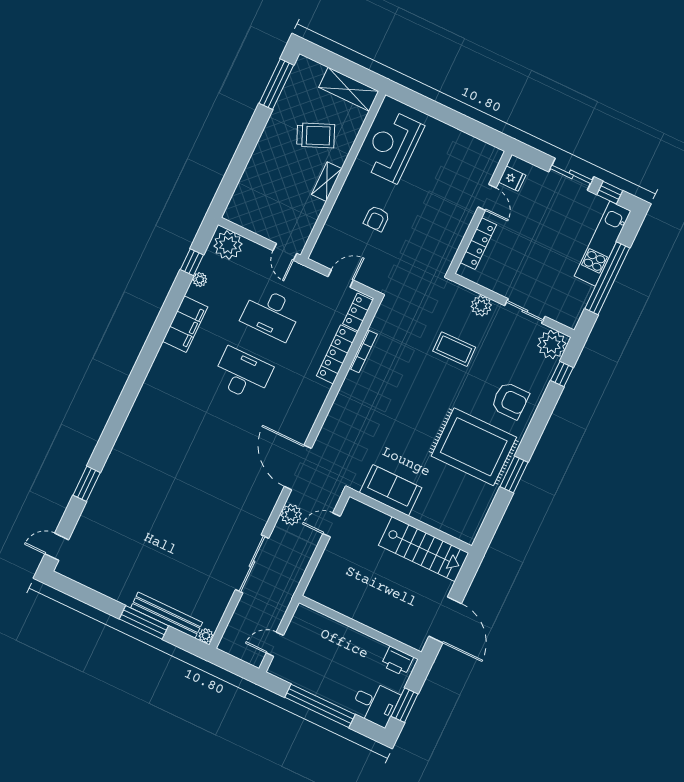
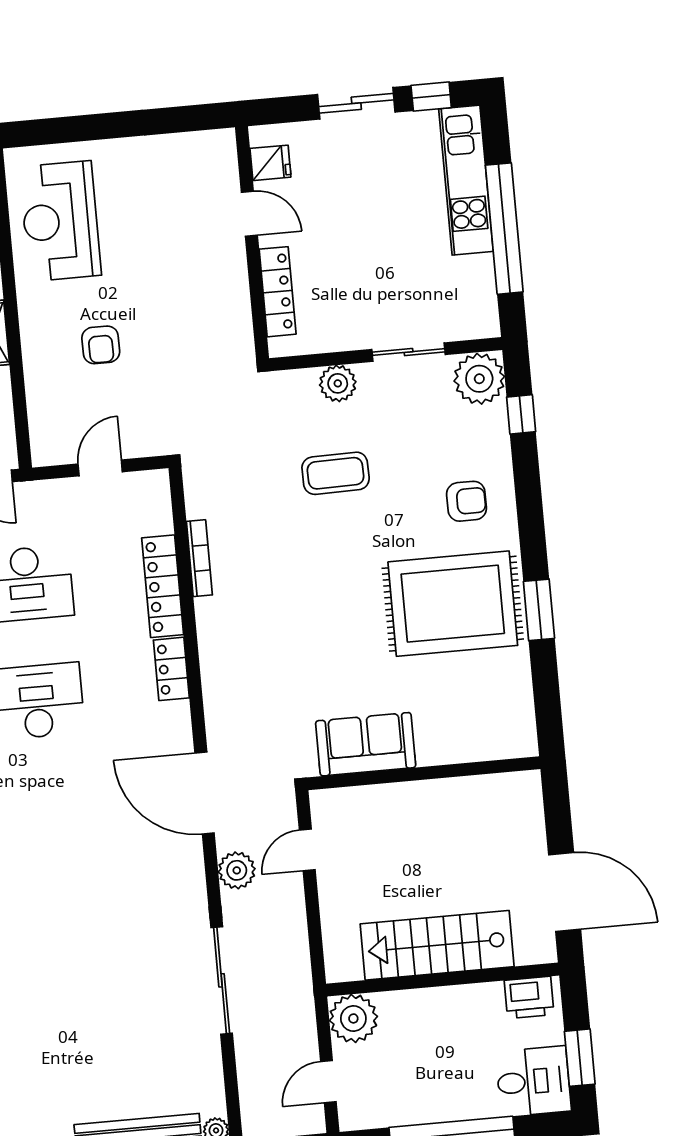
locker: (358, 312) -> (171, 669), moved
armchair: (510, 401) -> (466, 501), width x0.72, depth x0.72
stairs: (424, 549) -> (437, 945), moved, turned 180
plant: (305, 621) -> (353, 1018), added

